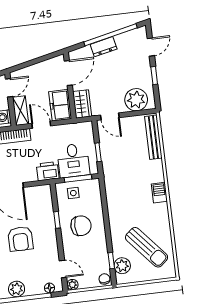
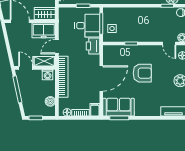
chair: (81, 226) -> (138, 26), removed
door: (63, 269) -> (169, 43), swing flipped

